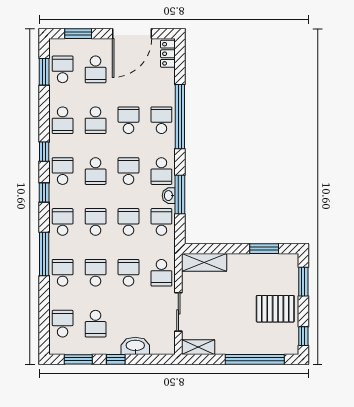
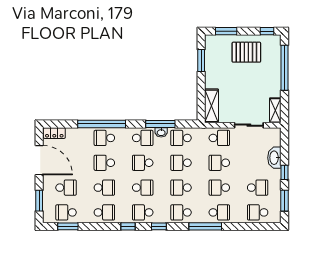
school desk: (63, 273) -> (219, 212), turned 180
pallet: (275, 309) -> (246, 52), turned 90

